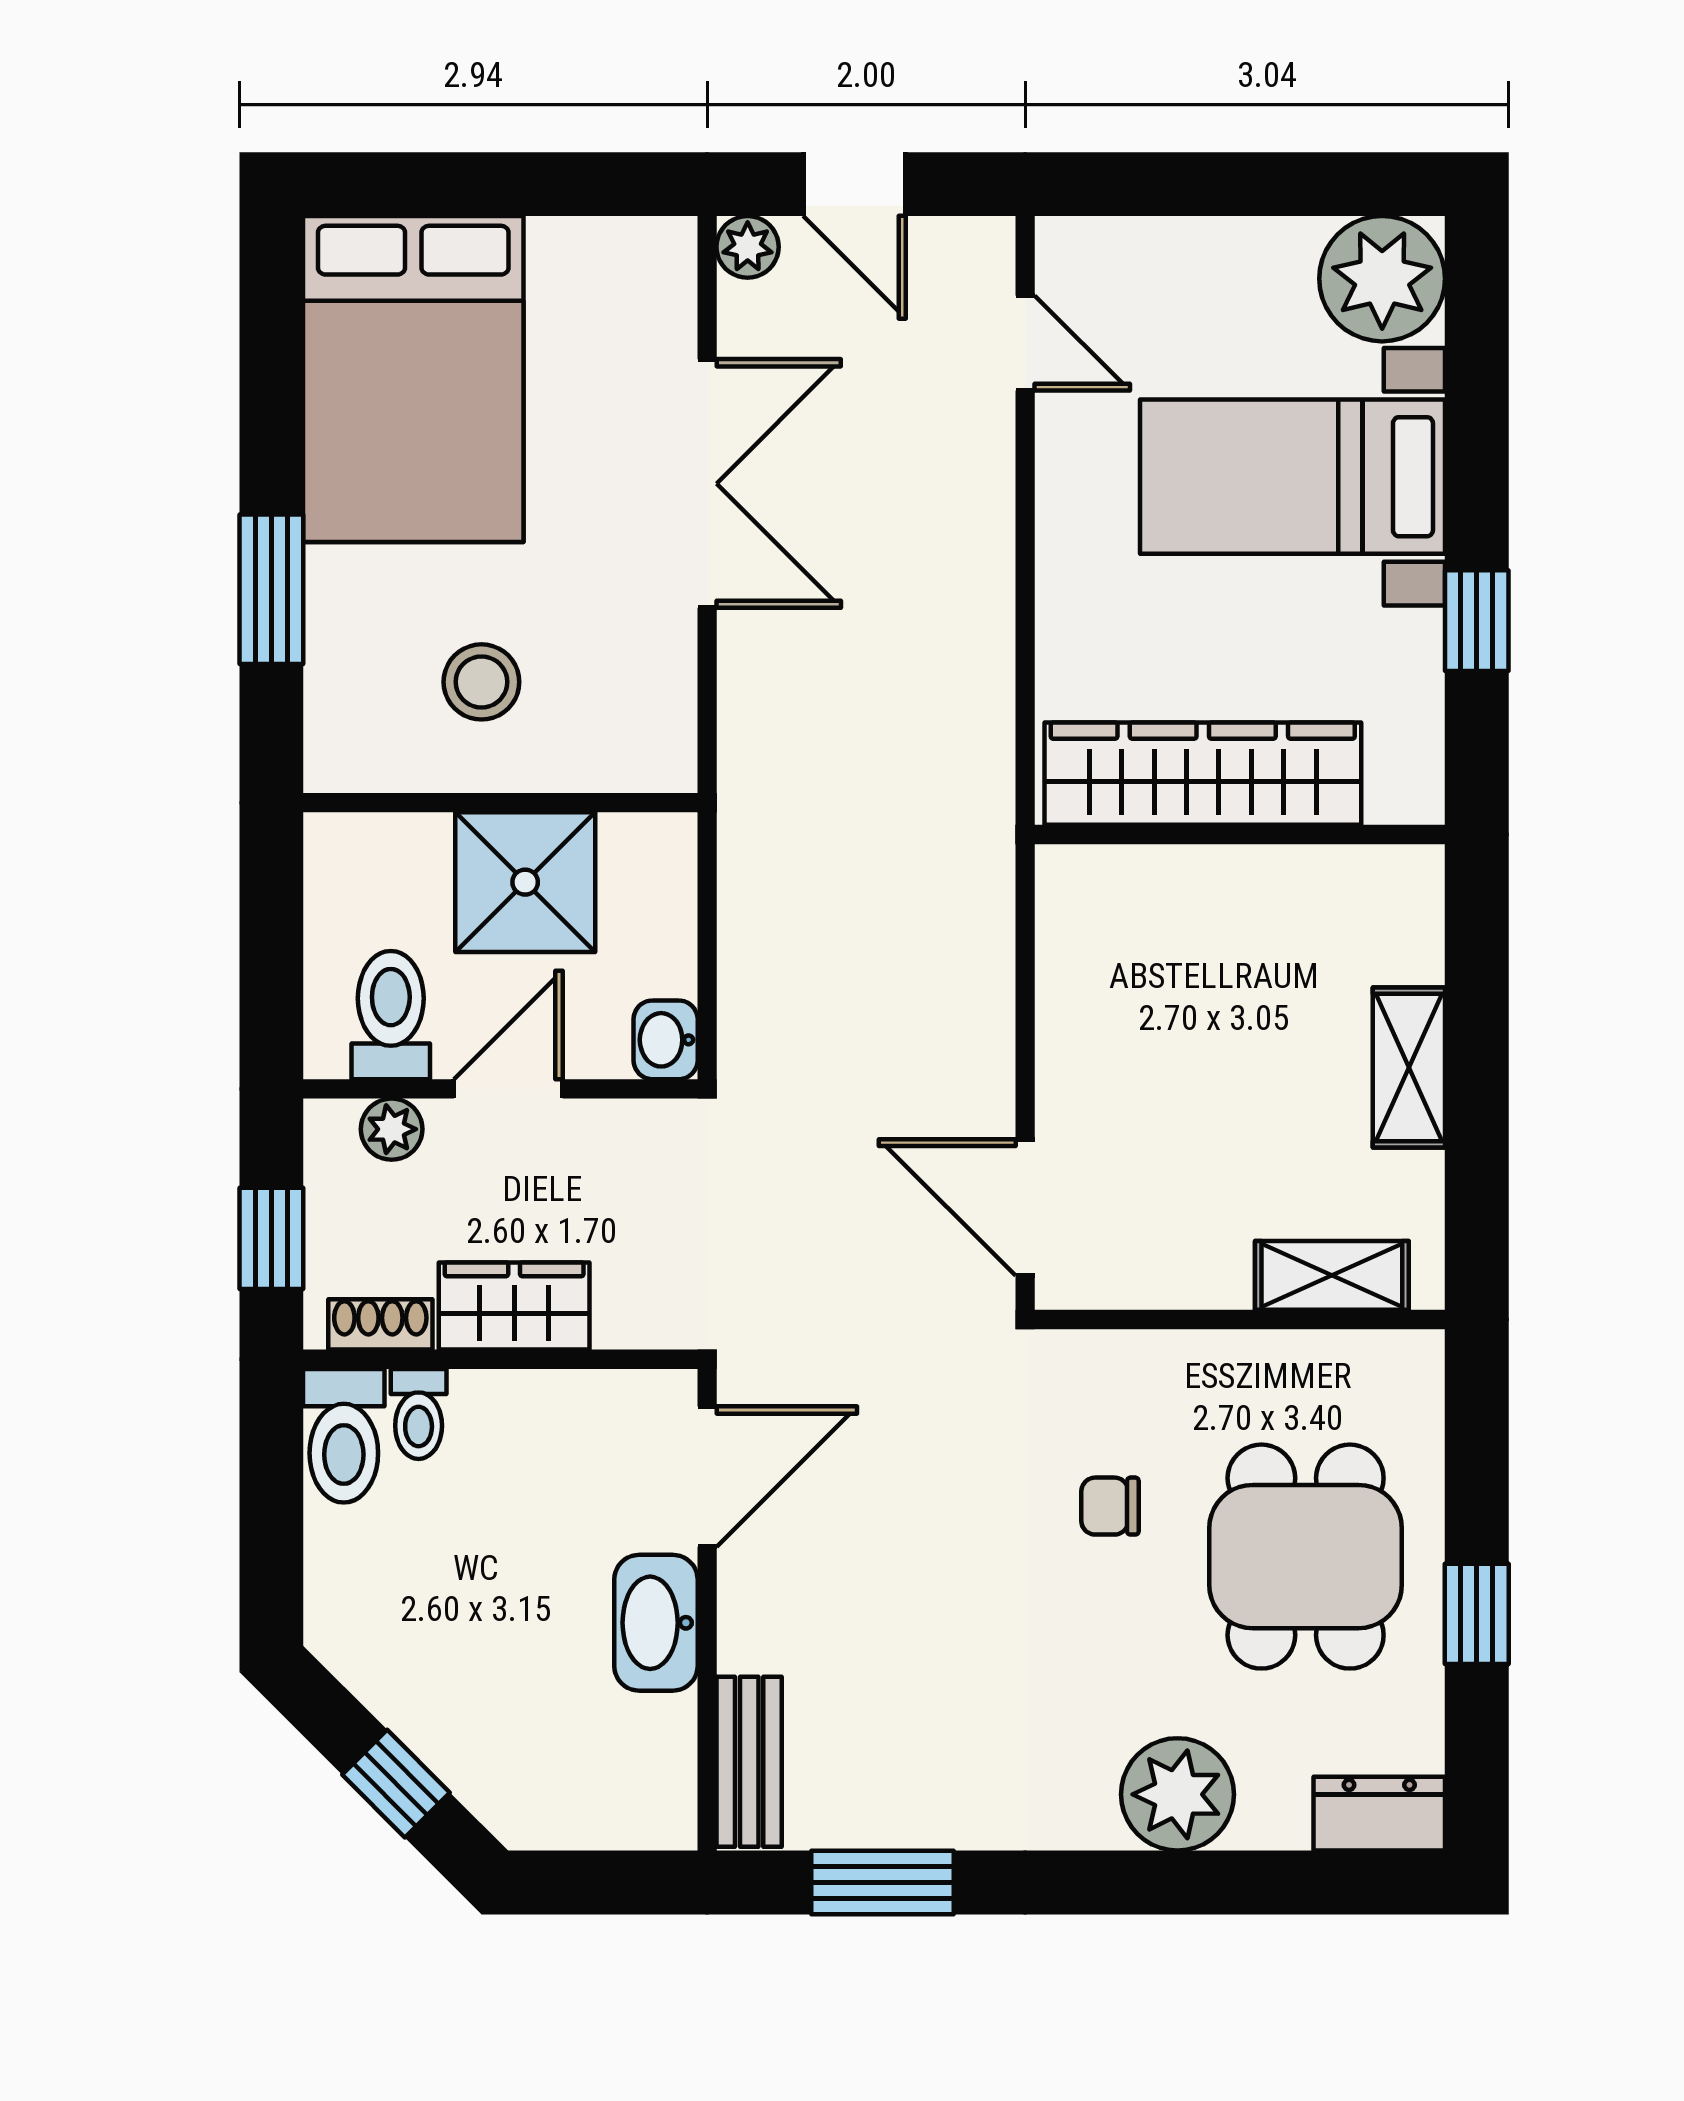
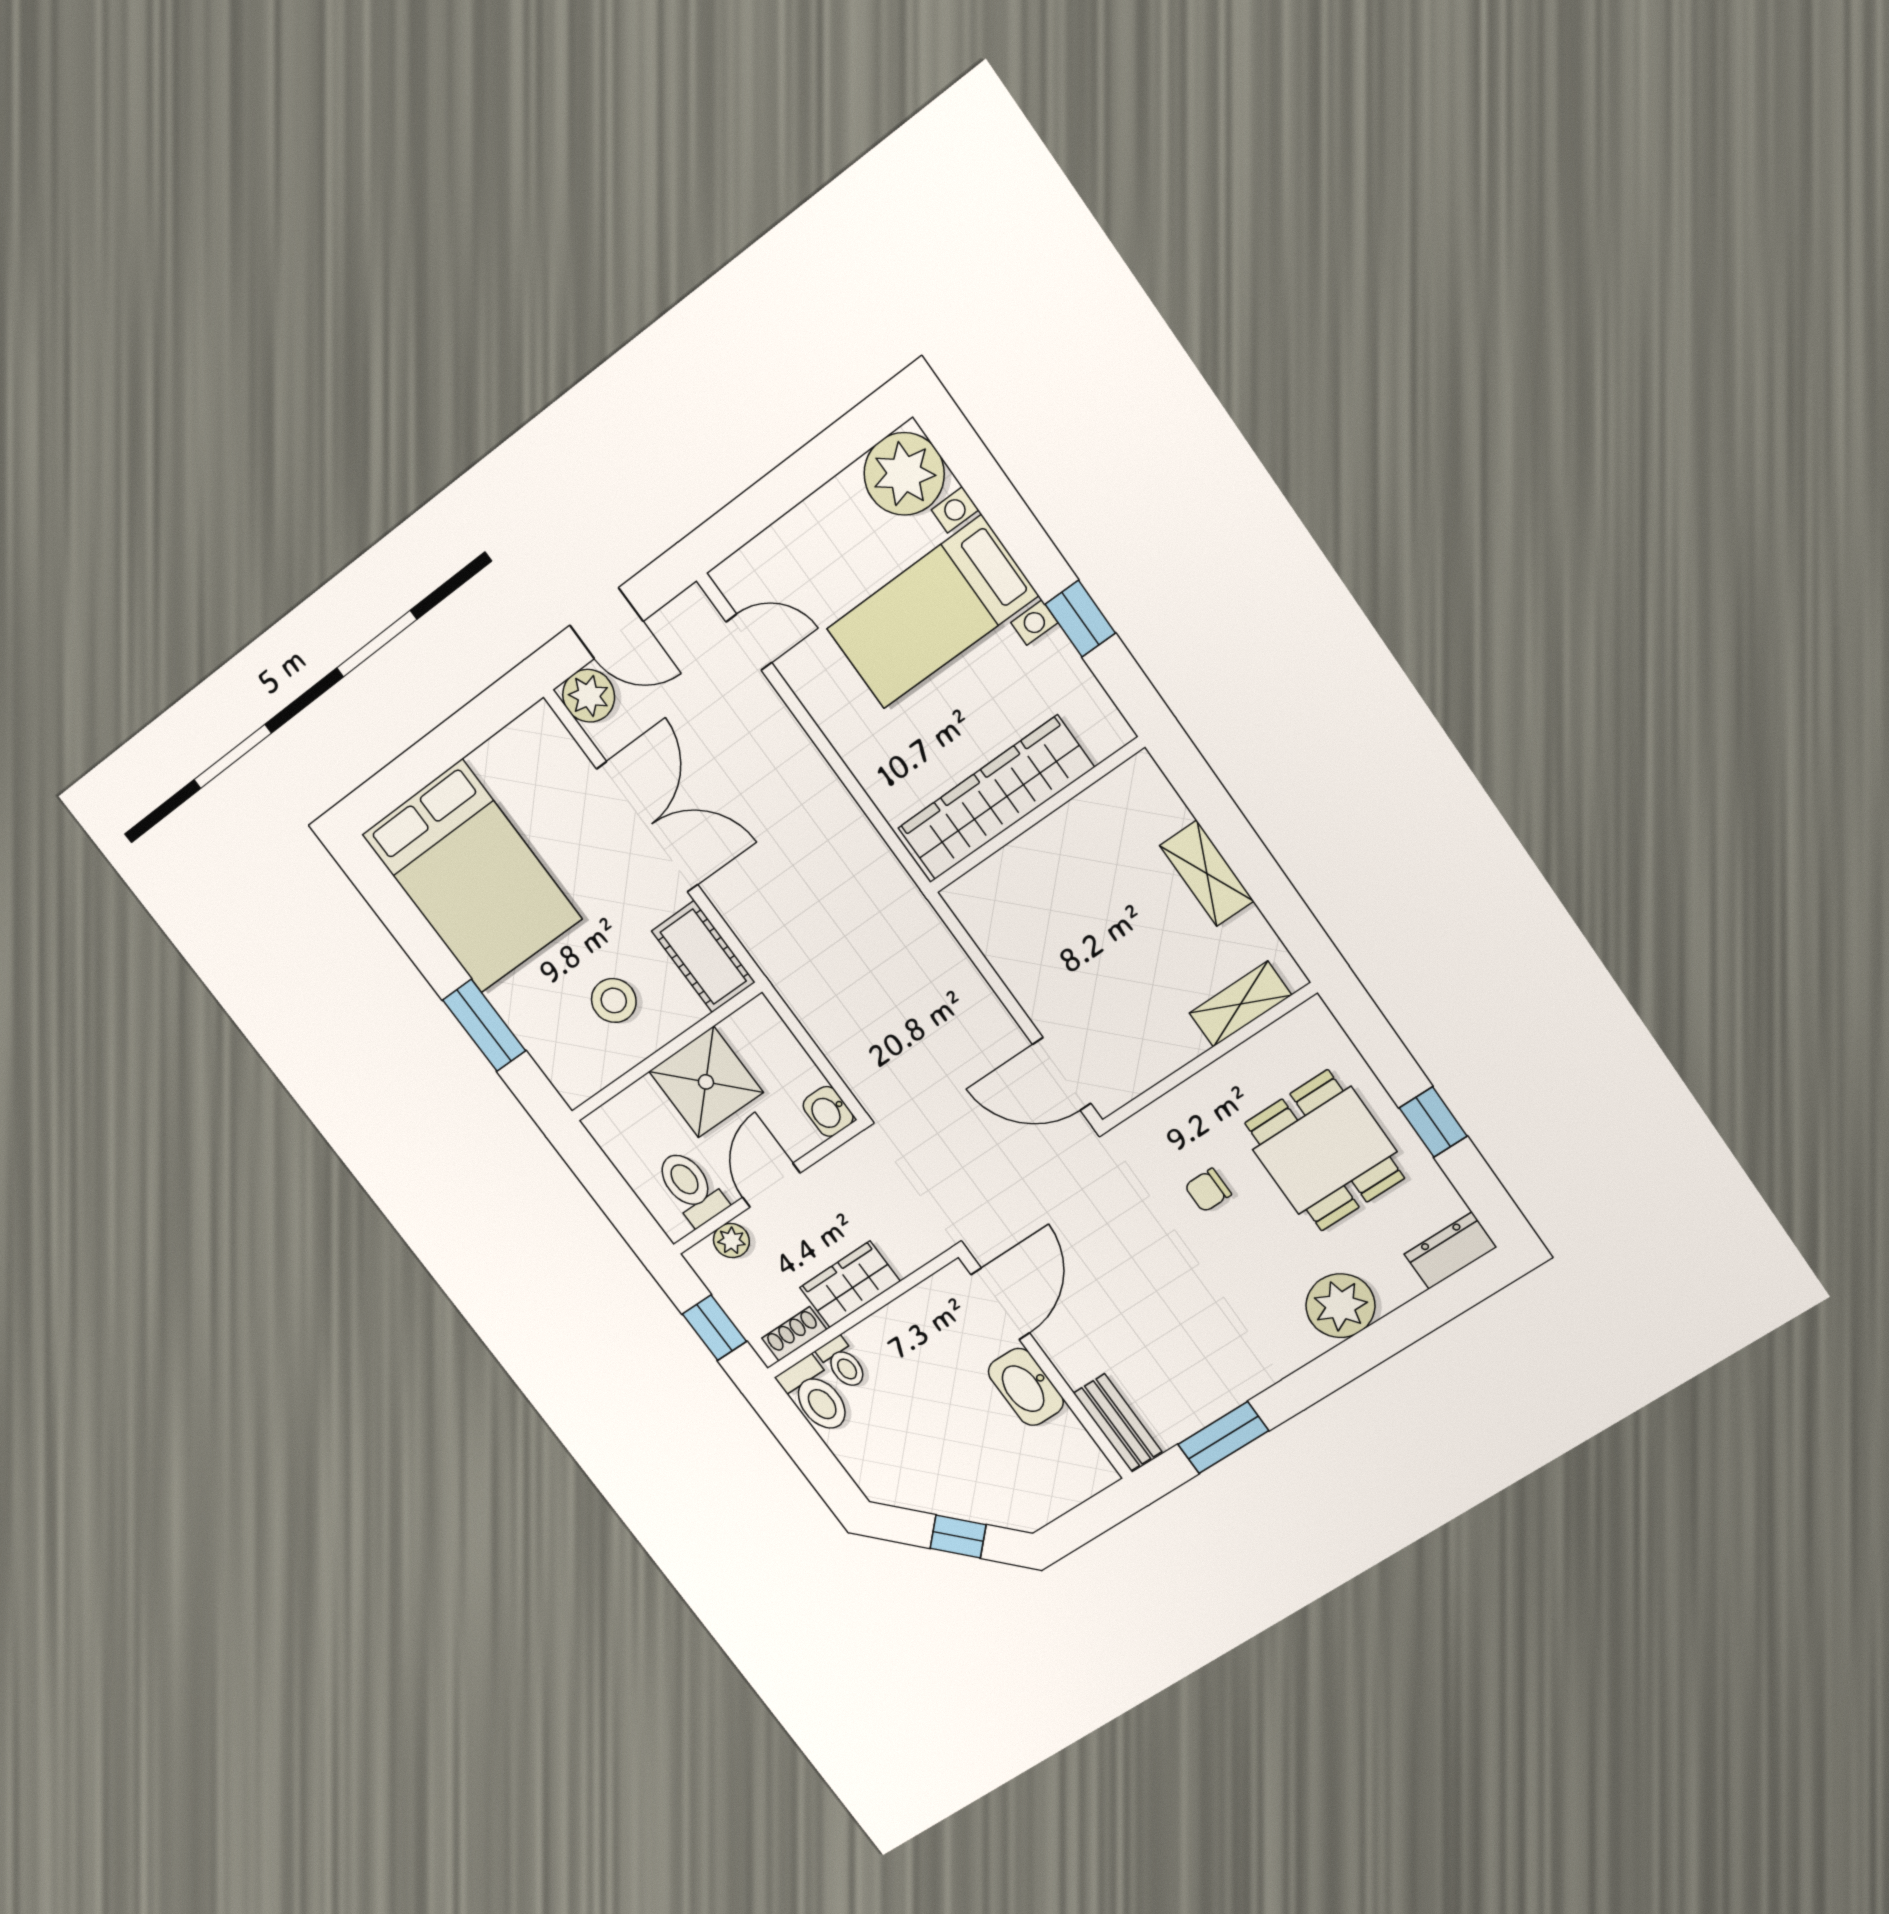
plant: (748, 247) -> (589, 696), width x1.38, depth x1.38
cot: (652, 709) -> (703, 957), added

